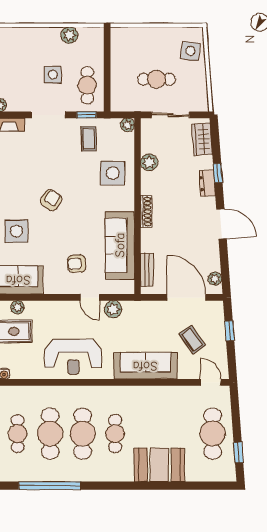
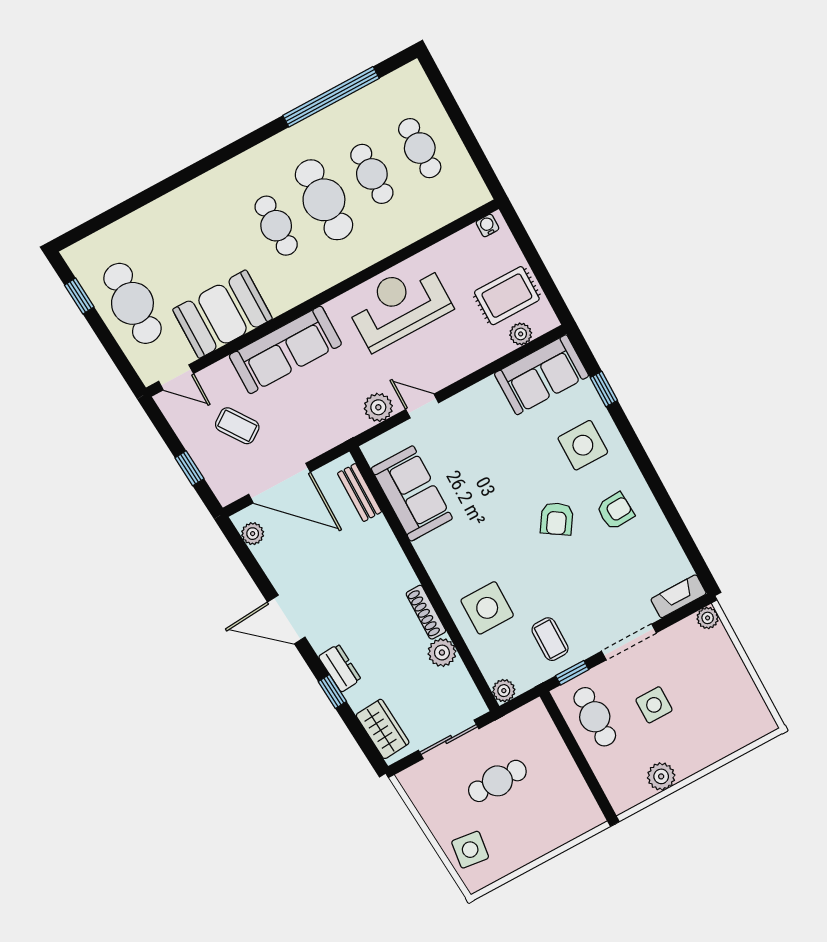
shoe rack: (146, 211) -> (426, 612), moved
sofa: (120, 245) -> (412, 493), width x0.73
armchair: (77, 264) -> (615, 511), moved
cafe table: (50, 434) -> (372, 174), width x0.73, depth x0.74
booth: (159, 465) -> (222, 314), moved

